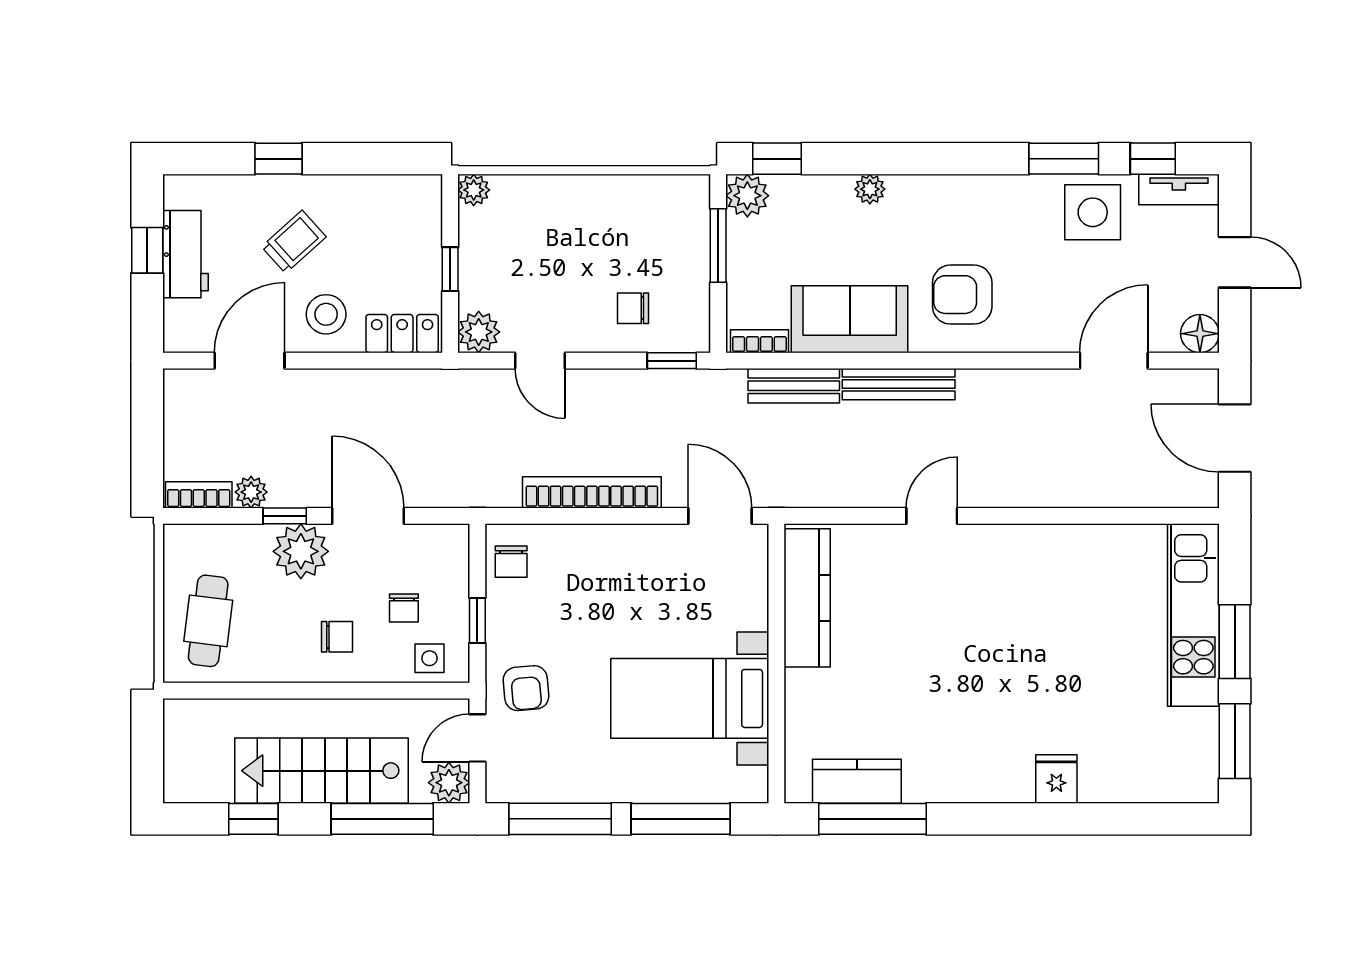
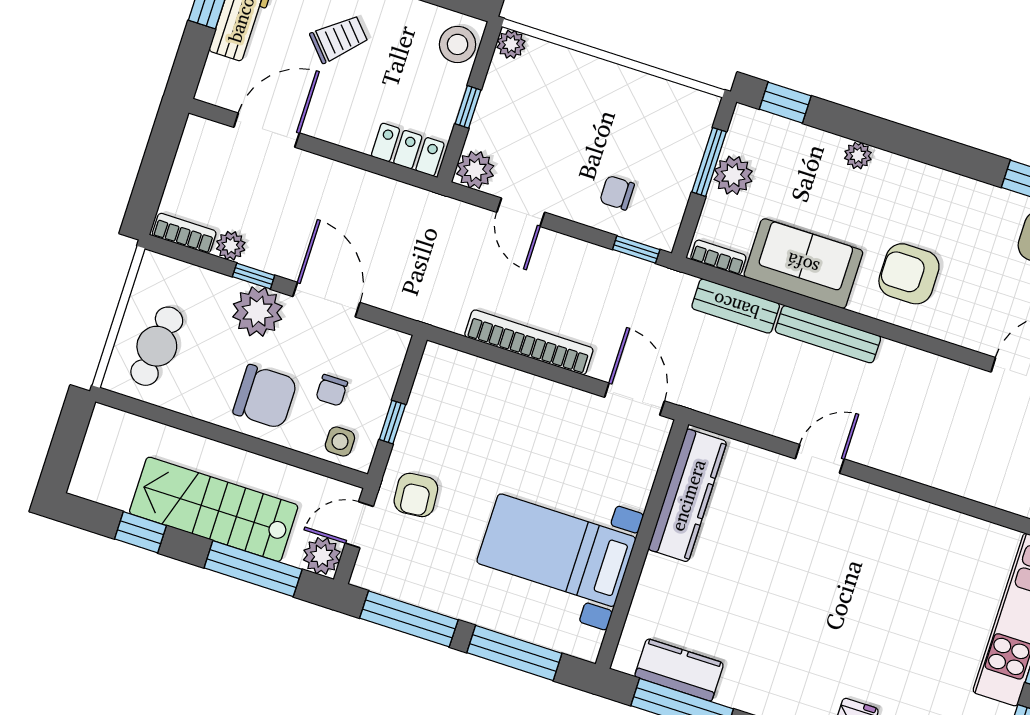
plant: (747, 196) -> (733, 175), moved
stool: (326, 314) -> (458, 44), moved
chair: (511, 562) -> (439, 380), removed
chair: (337, 637) -> (265, 397), width x1.87, depth x1.87

